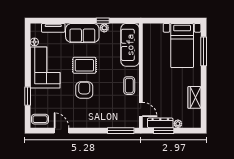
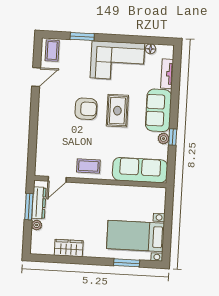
window: (204, 51) -> (127, 263), width x0.69
window: (121, 131) -> (32, 152), removed

